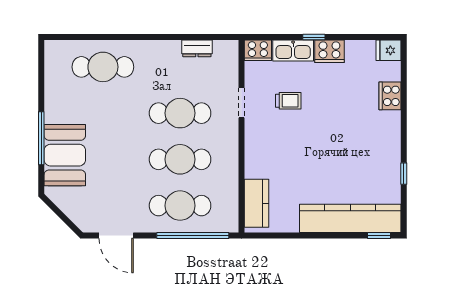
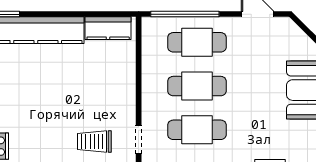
trolley: (288, 101) -> (94, 141), width x1.36, depth x1.39
kitchen counter: (257, 203) -> (108, 28), moved, turned -90

